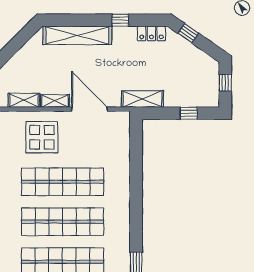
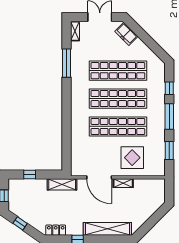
window: (188, 33) -> (20, 223), moved
shelving: (24, 100) -> (145, 183), removed

